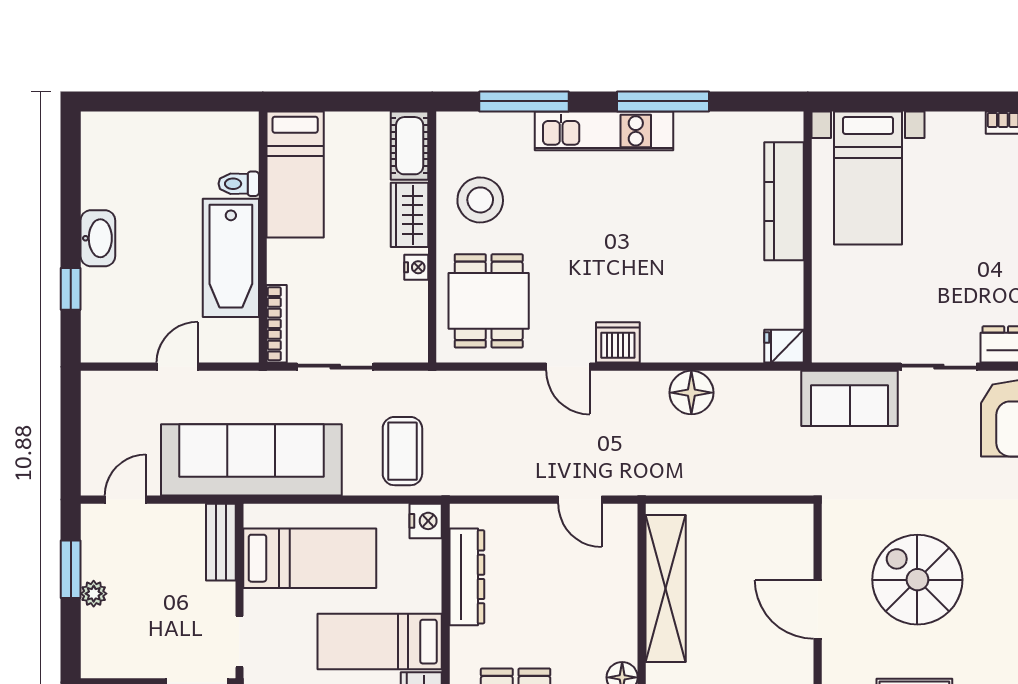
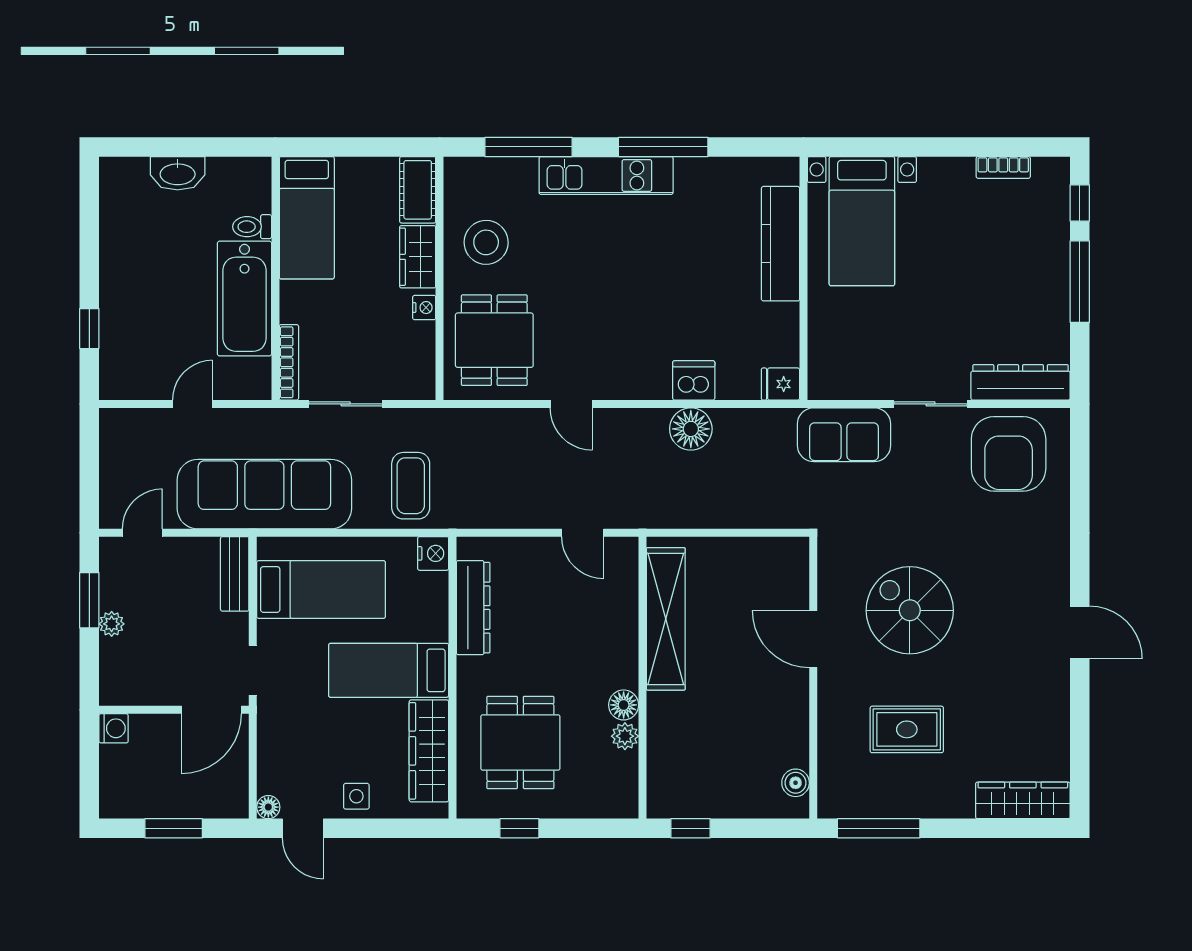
washbasin: (98, 238) -> (178, 173), moved, turned 90
dishwasher: (618, 342) -> (694, 380), moved

